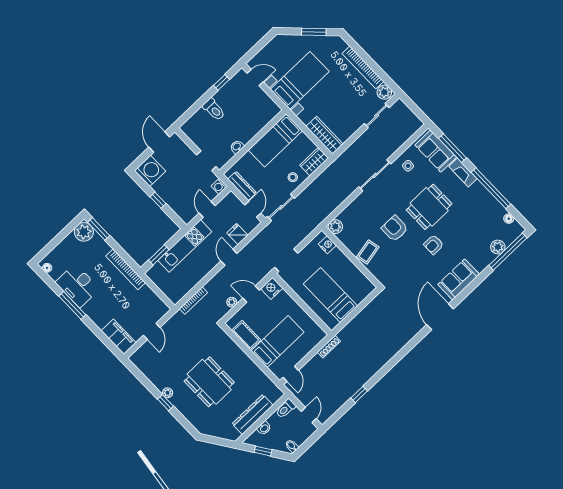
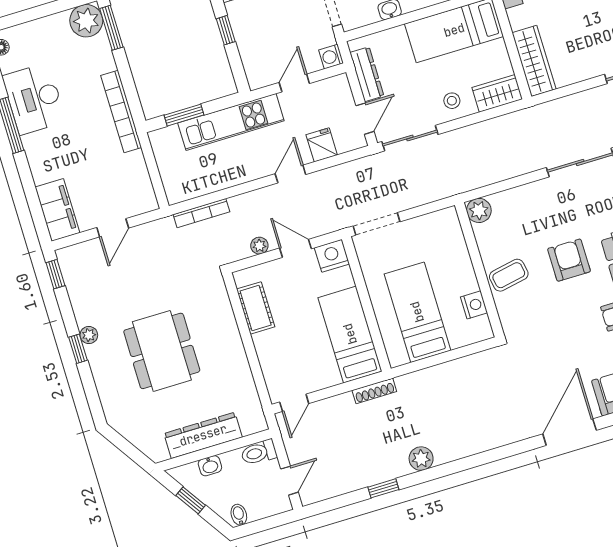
nightstand: (327, 245) -> (474, 305), moved
bed: (278, 341) -> (350, 334), moved, turned -90
plant: (371, 369) -> (421, 459), added
window: (134, 370) -> (55, 274), added

